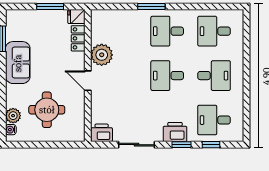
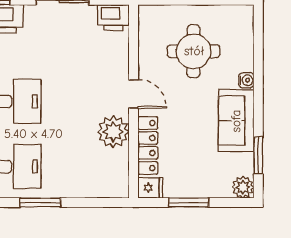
locker: (78, 38) -> (148, 146), width x1.53
plant: (13, 116) -> (243, 187), moved
water cooler: (11, 130) -> (246, 80), moved

